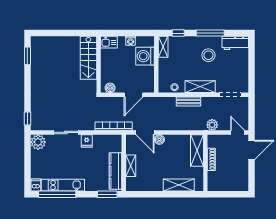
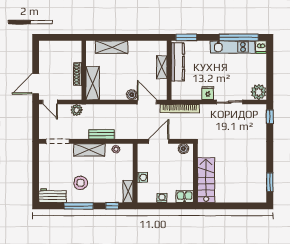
washing machine: (145, 56) -> (142, 177), width x0.53, depth x0.53

